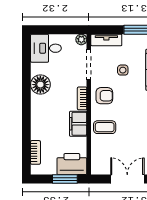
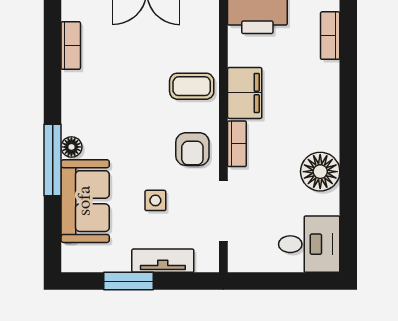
plant: (81, 39) -> (238, 262), removed
tv unit: (106, 40) -> (163, 261), moved
armchair: (104, 96) -> (192, 149), turned -90

